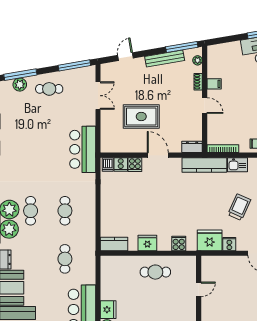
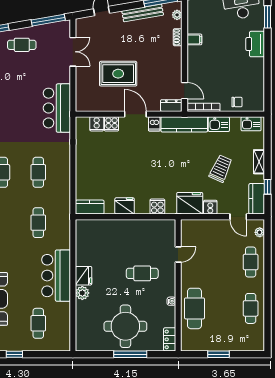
door: (205, 106) -> (184, 91), moved
dishwasher: (108, 164) -> (154, 124), moved
cafe table: (155, 272) -> (142, 273), moved

